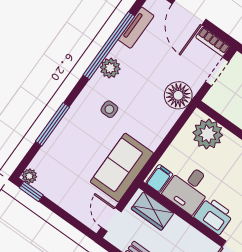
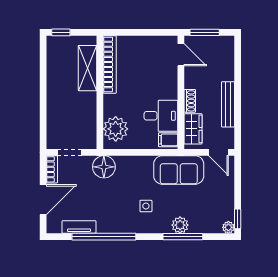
plant: (110, 68) -> (180, 225), moved
printer: (214, 216) -> (167, 86), removed
door: (111, 220) -> (218, 152), hinge flipped
shoe rack: (183, 228) -> (190, 101), added

